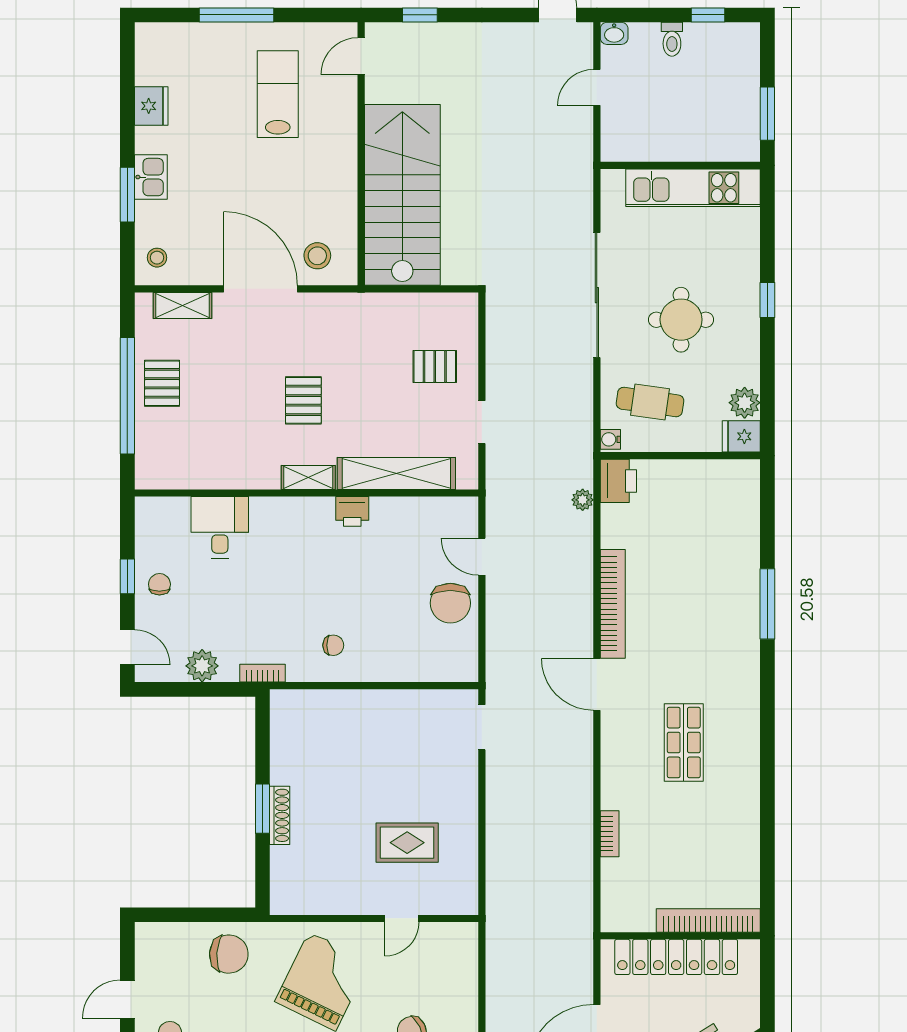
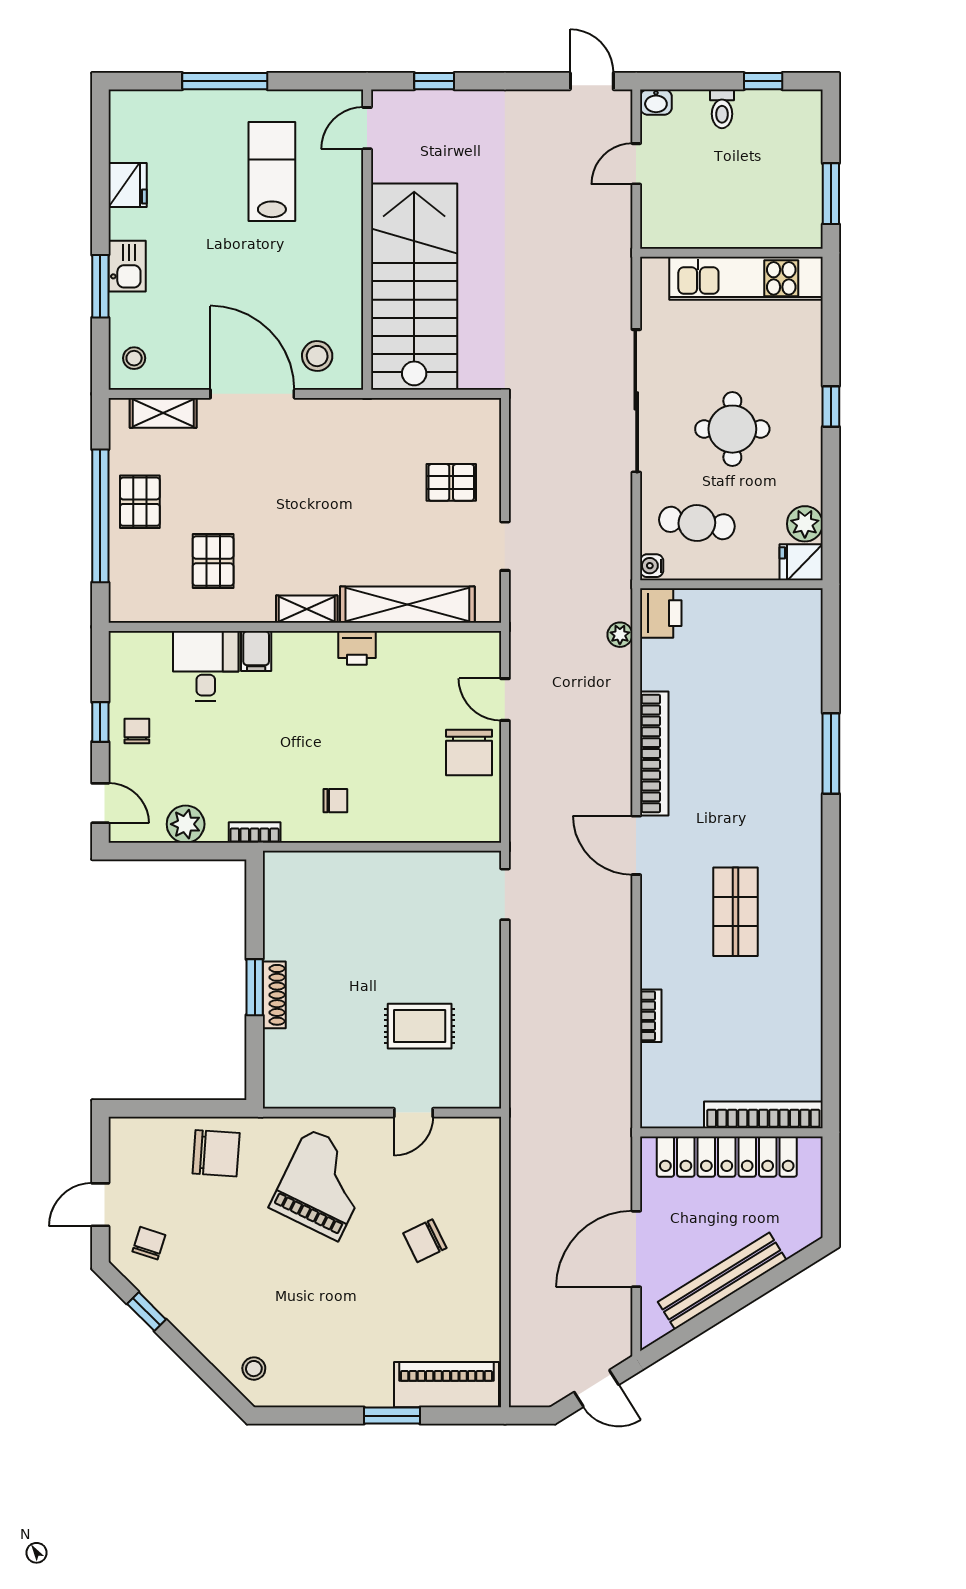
pallet: (303, 400) -> (213, 561), moved
filing cabinet: (264, 514) -> (256, 651), added

